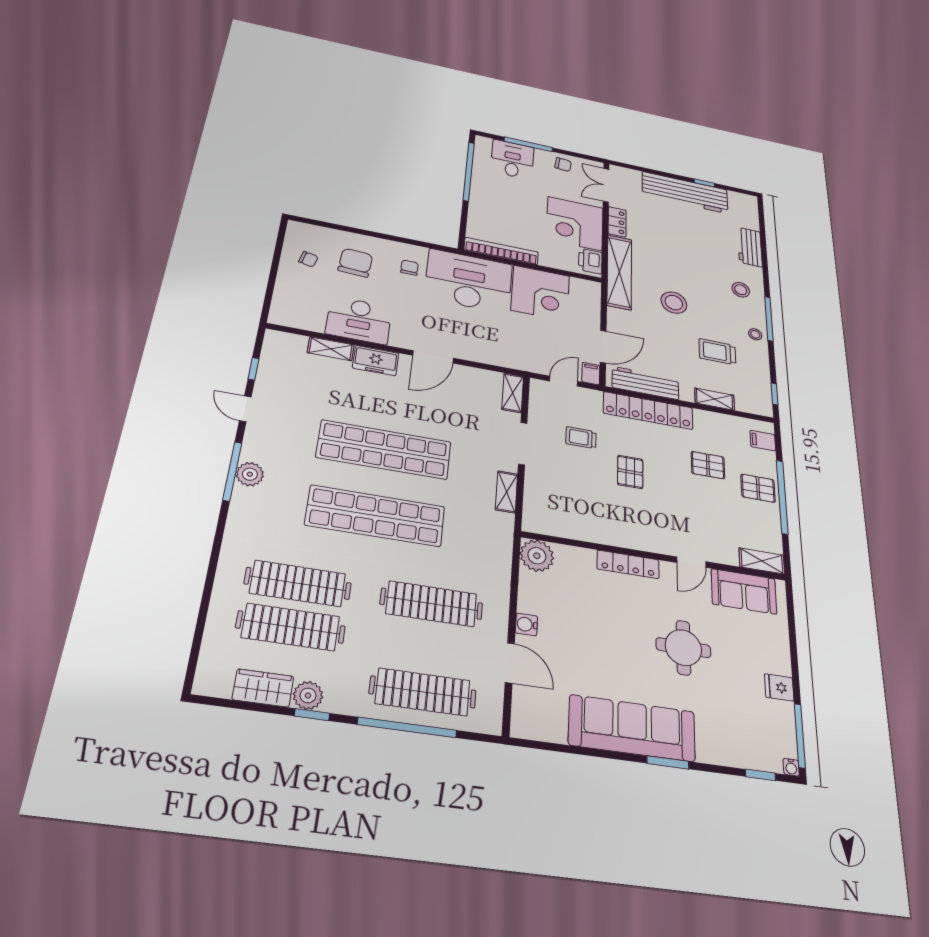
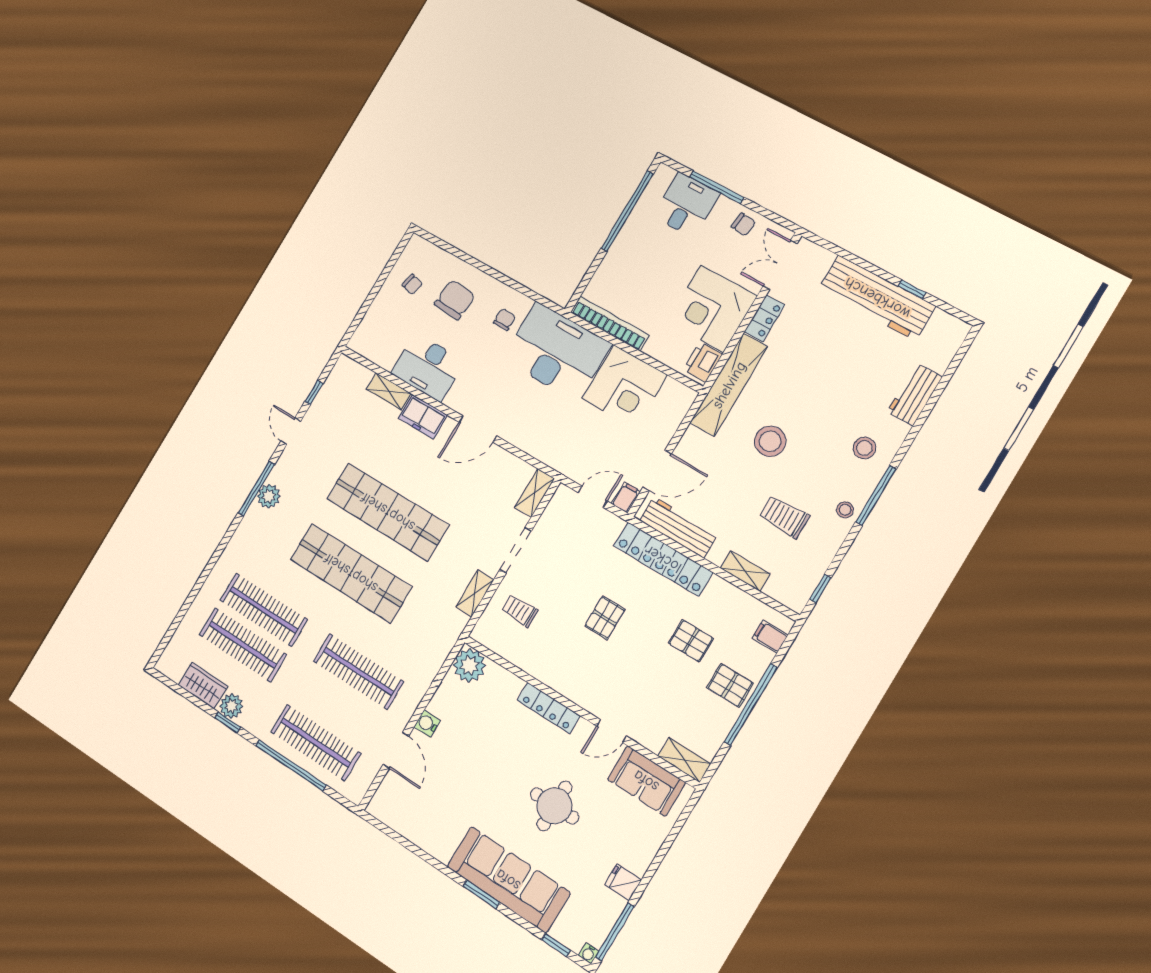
trolley: (581, 438) -> (520, 611), moved
sofa: (632, 728) -> (508, 880), moved

